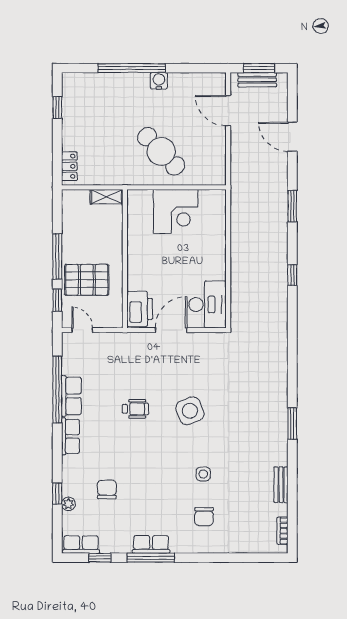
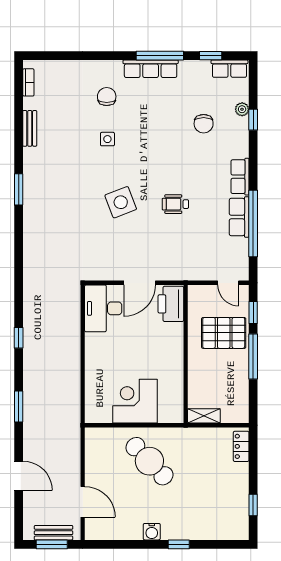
window: (132, 68) -> (179, 544), width x0.32
row of seats: (151, 544) -> (151, 69), width x1.48

